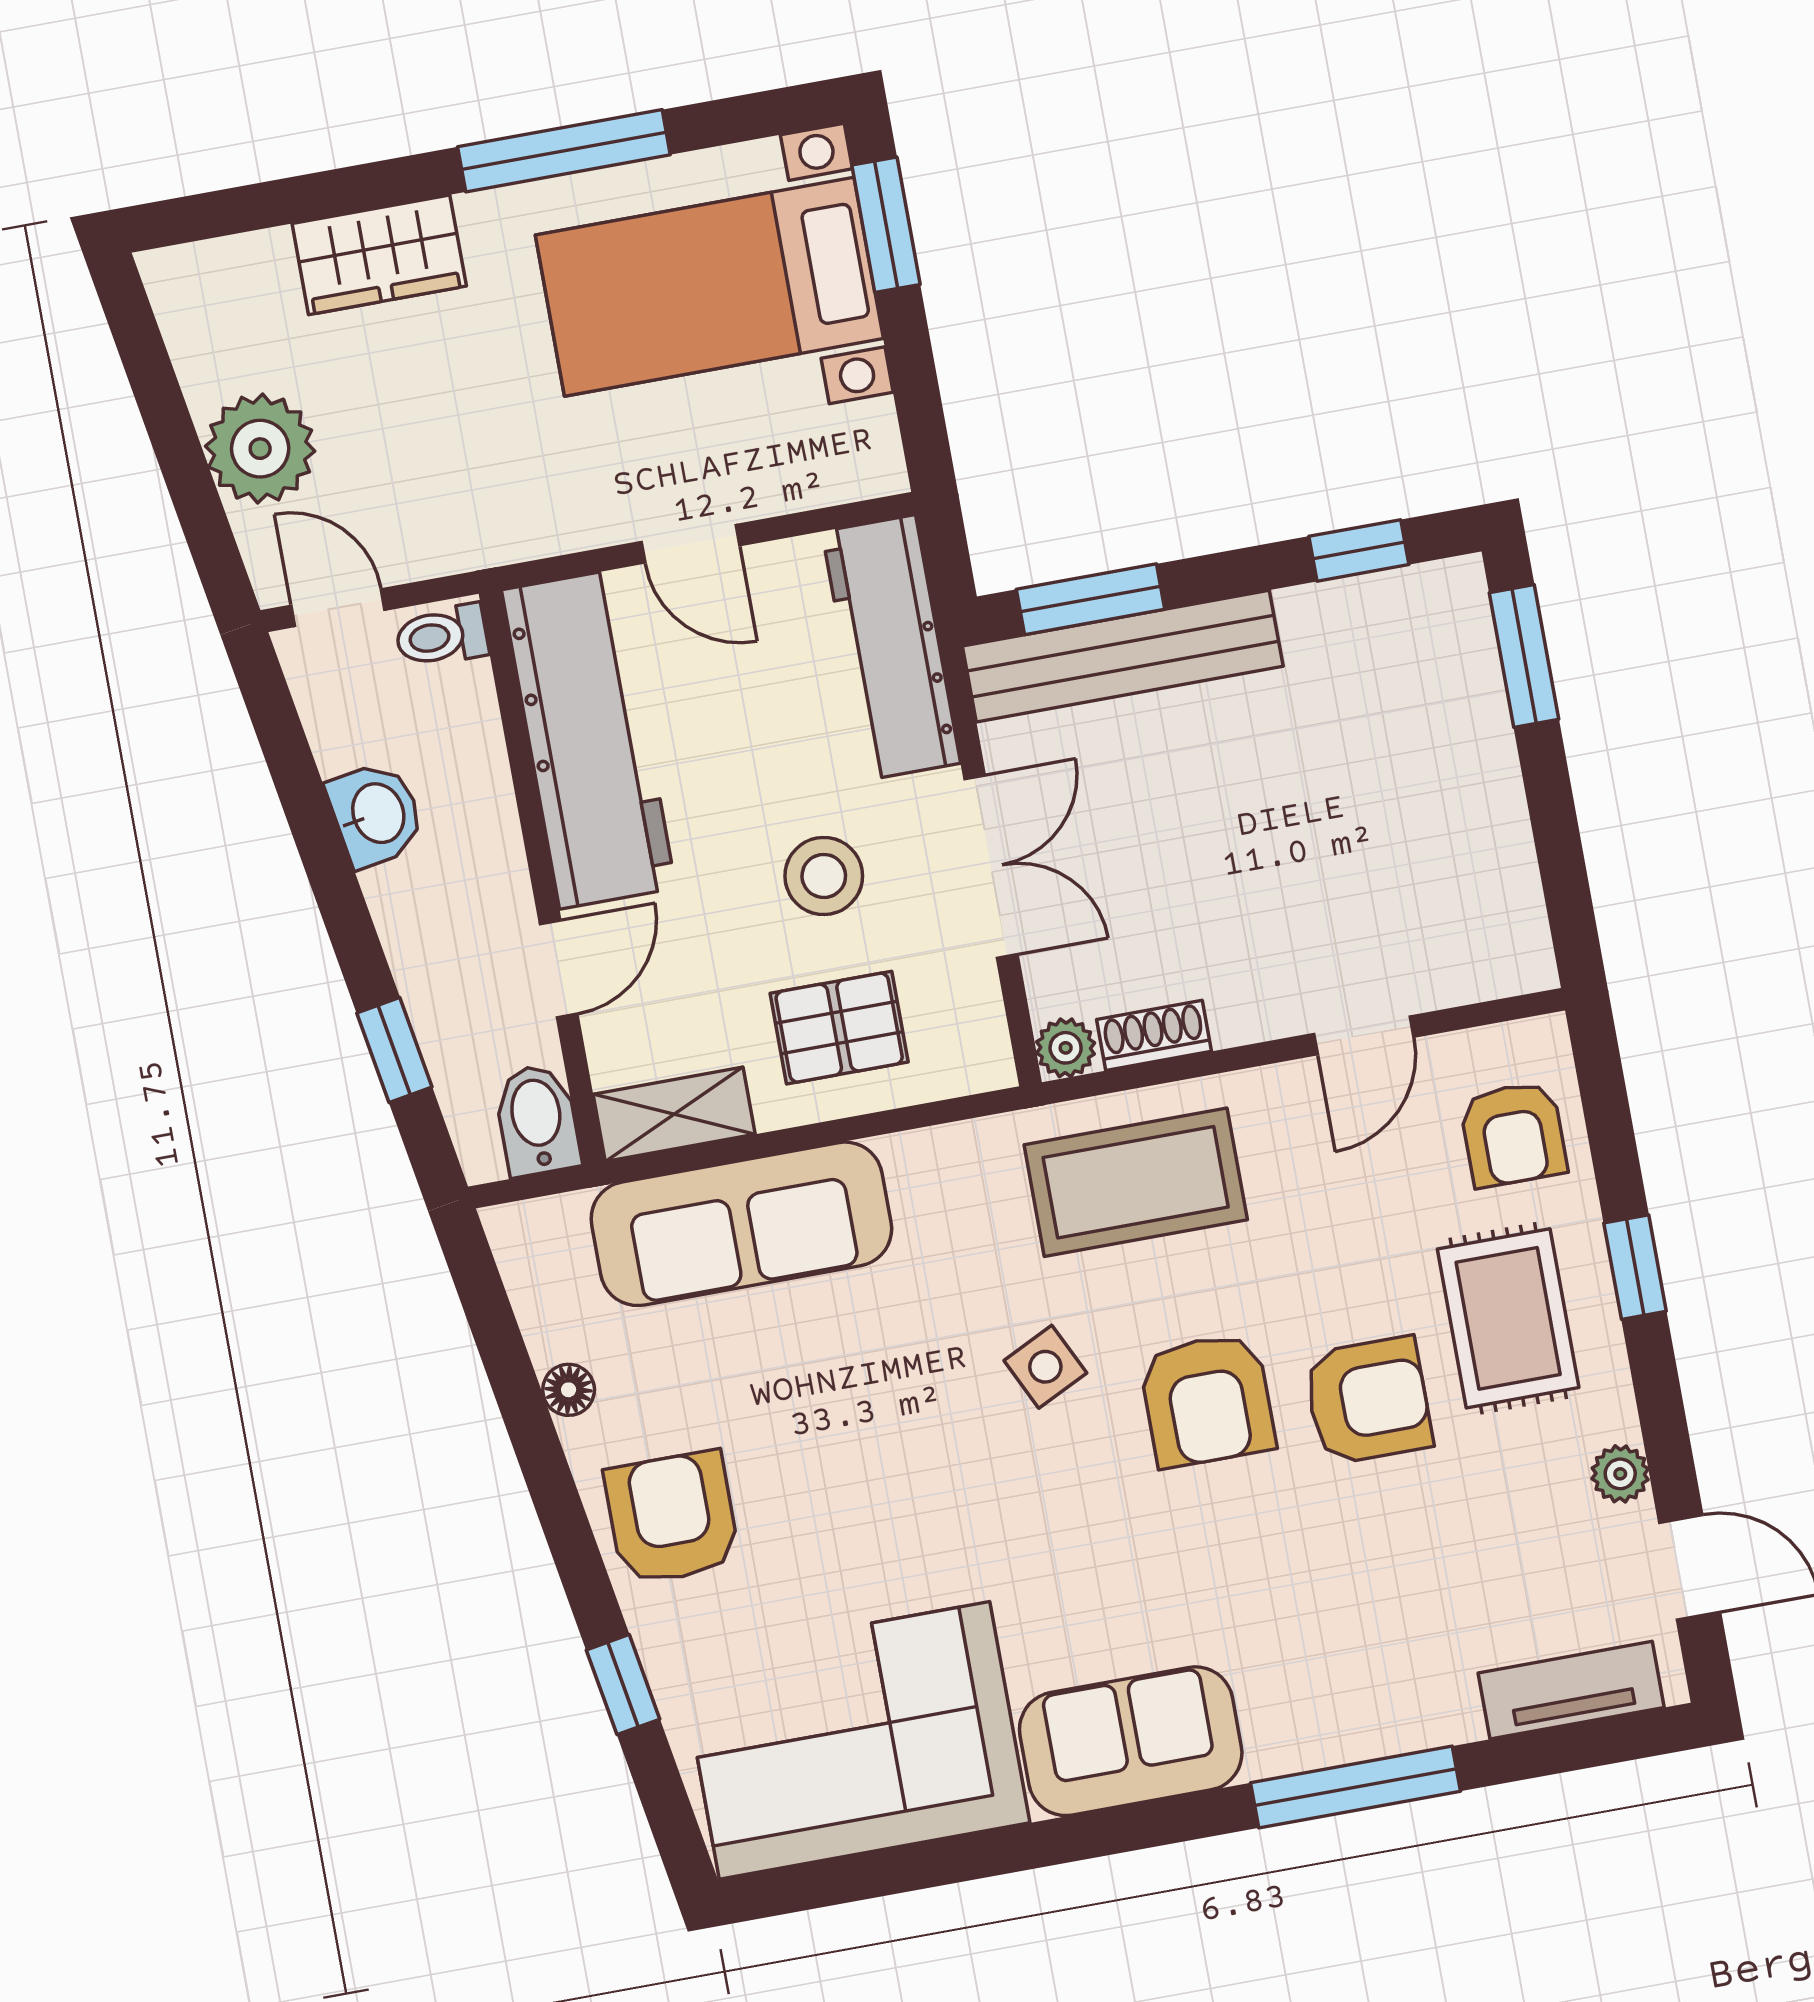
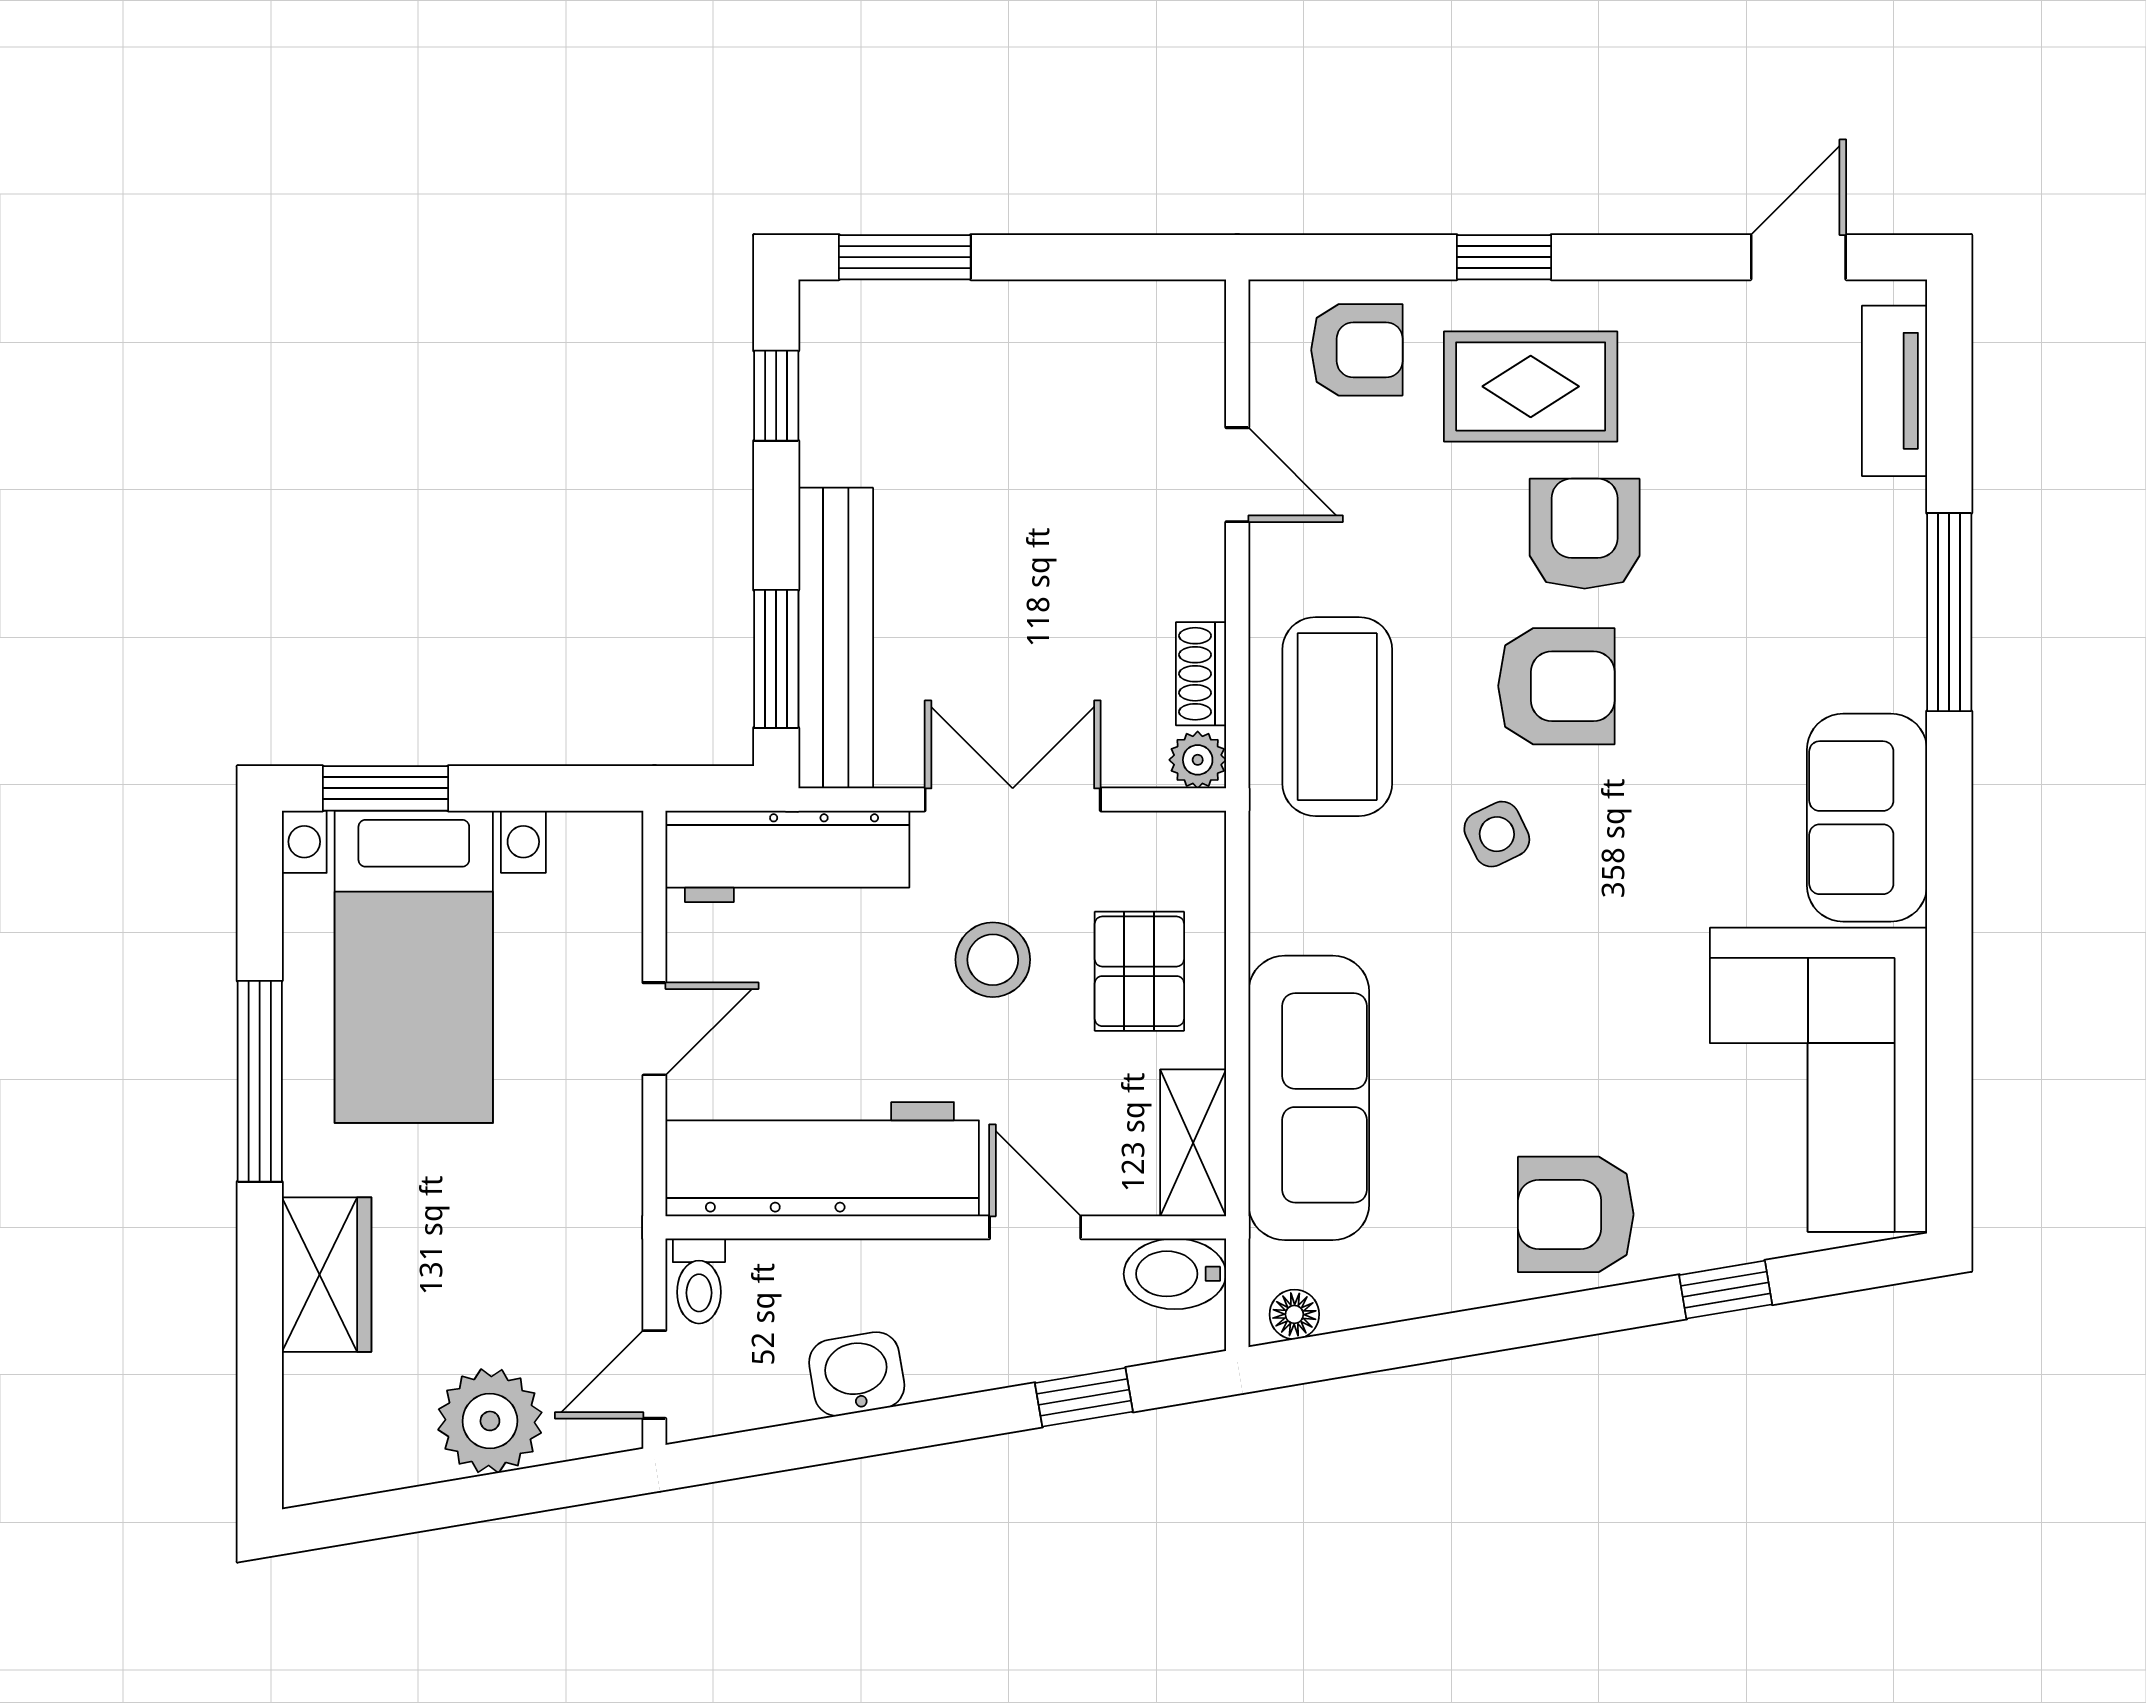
floor lamp: (569, 1390) -> (1294, 1314), moved
plant: (1620, 1474) -> (1698, 307), removed

